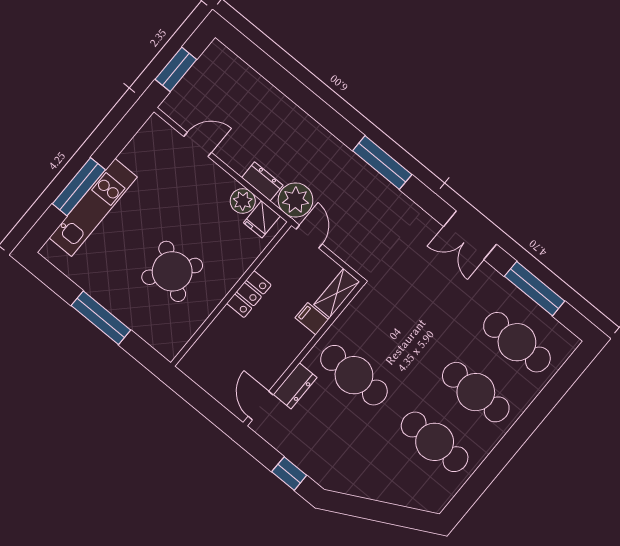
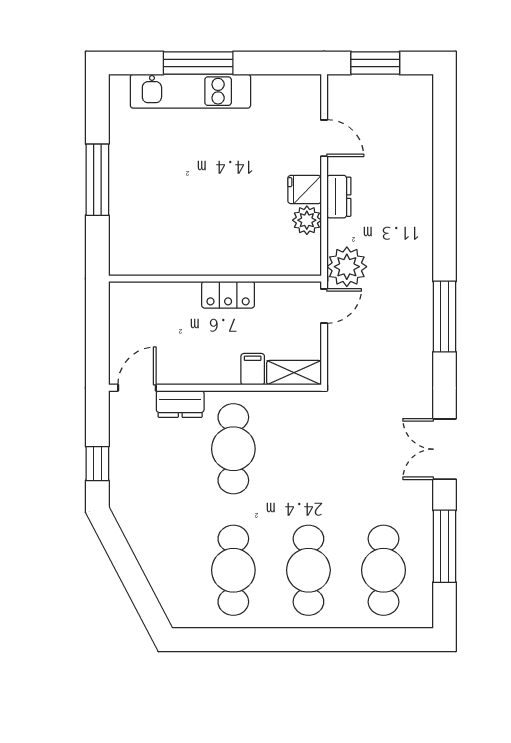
dresser: (262, 181) -> (339, 197), moved
fridge: (262, 219) -> (305, 189), moved
round table: (172, 271) -> (192, 209), removed

